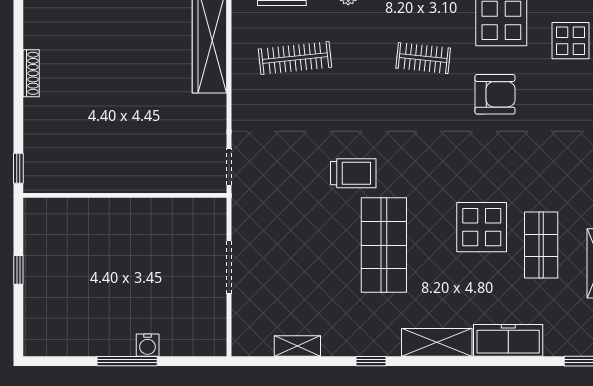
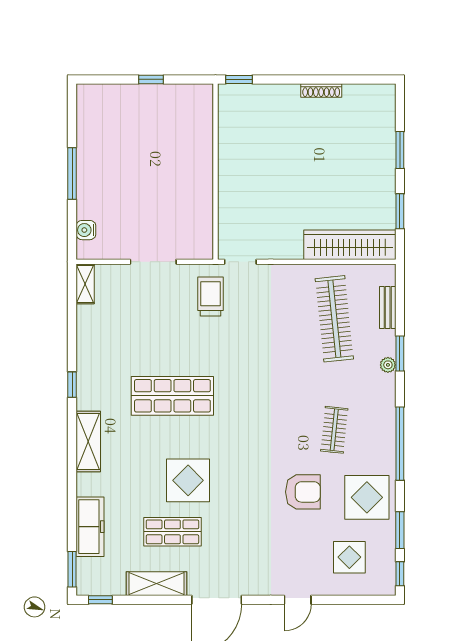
clothes rail: (295, 58) -> (334, 319), width x1.37, depth x1.31
armchair: (495, 94) -> (303, 492), turned -90
trolley: (353, 173) -> (211, 296), moved, turned 180
freezer: (508, 340) -> (90, 527), moved
water cooler: (148, 345) -> (86, 230), moved
shelving: (297, 346) -> (85, 284), moved

